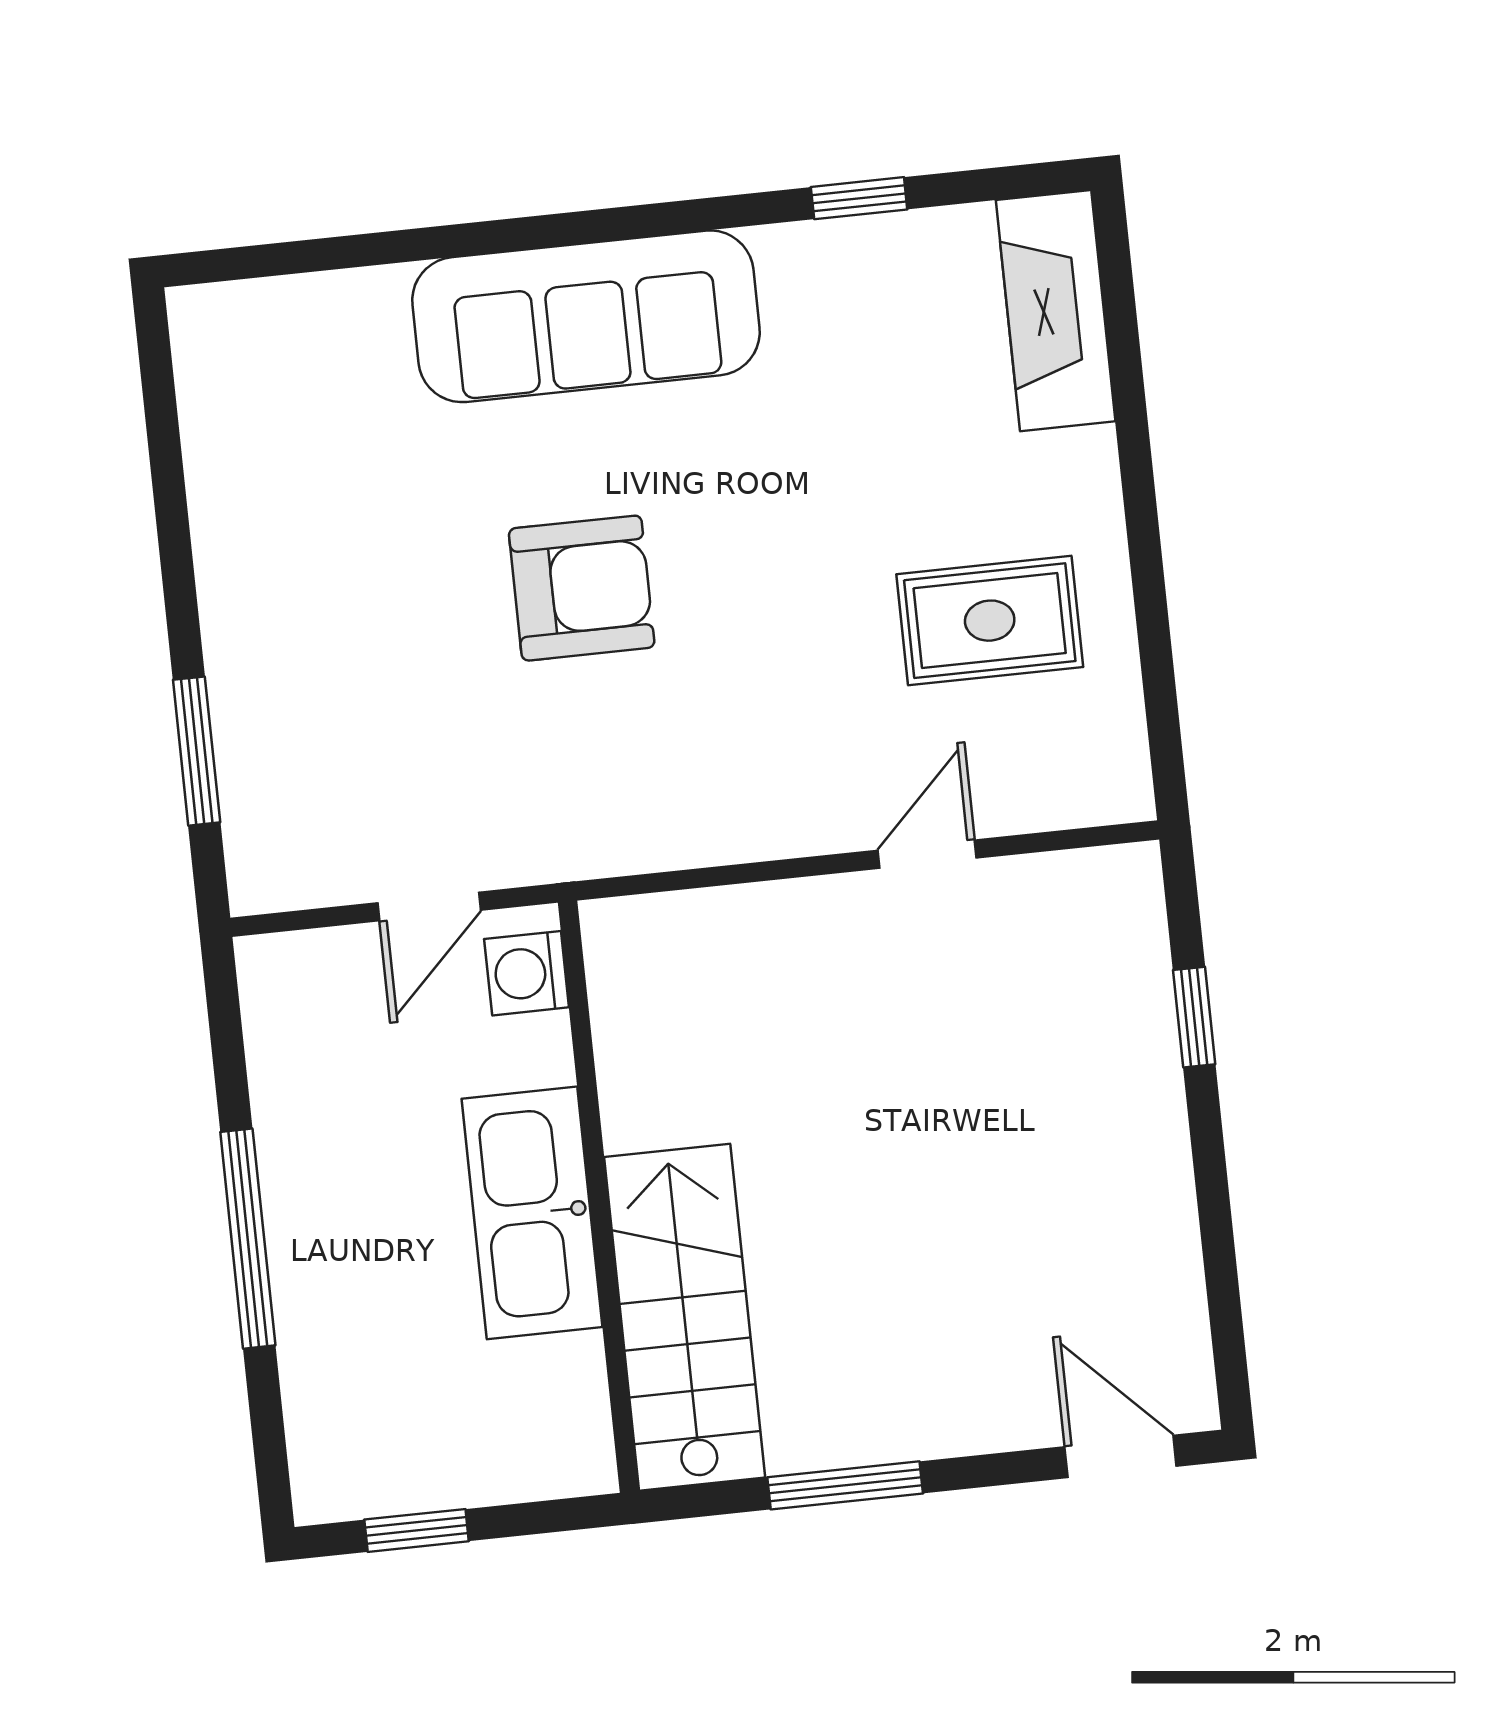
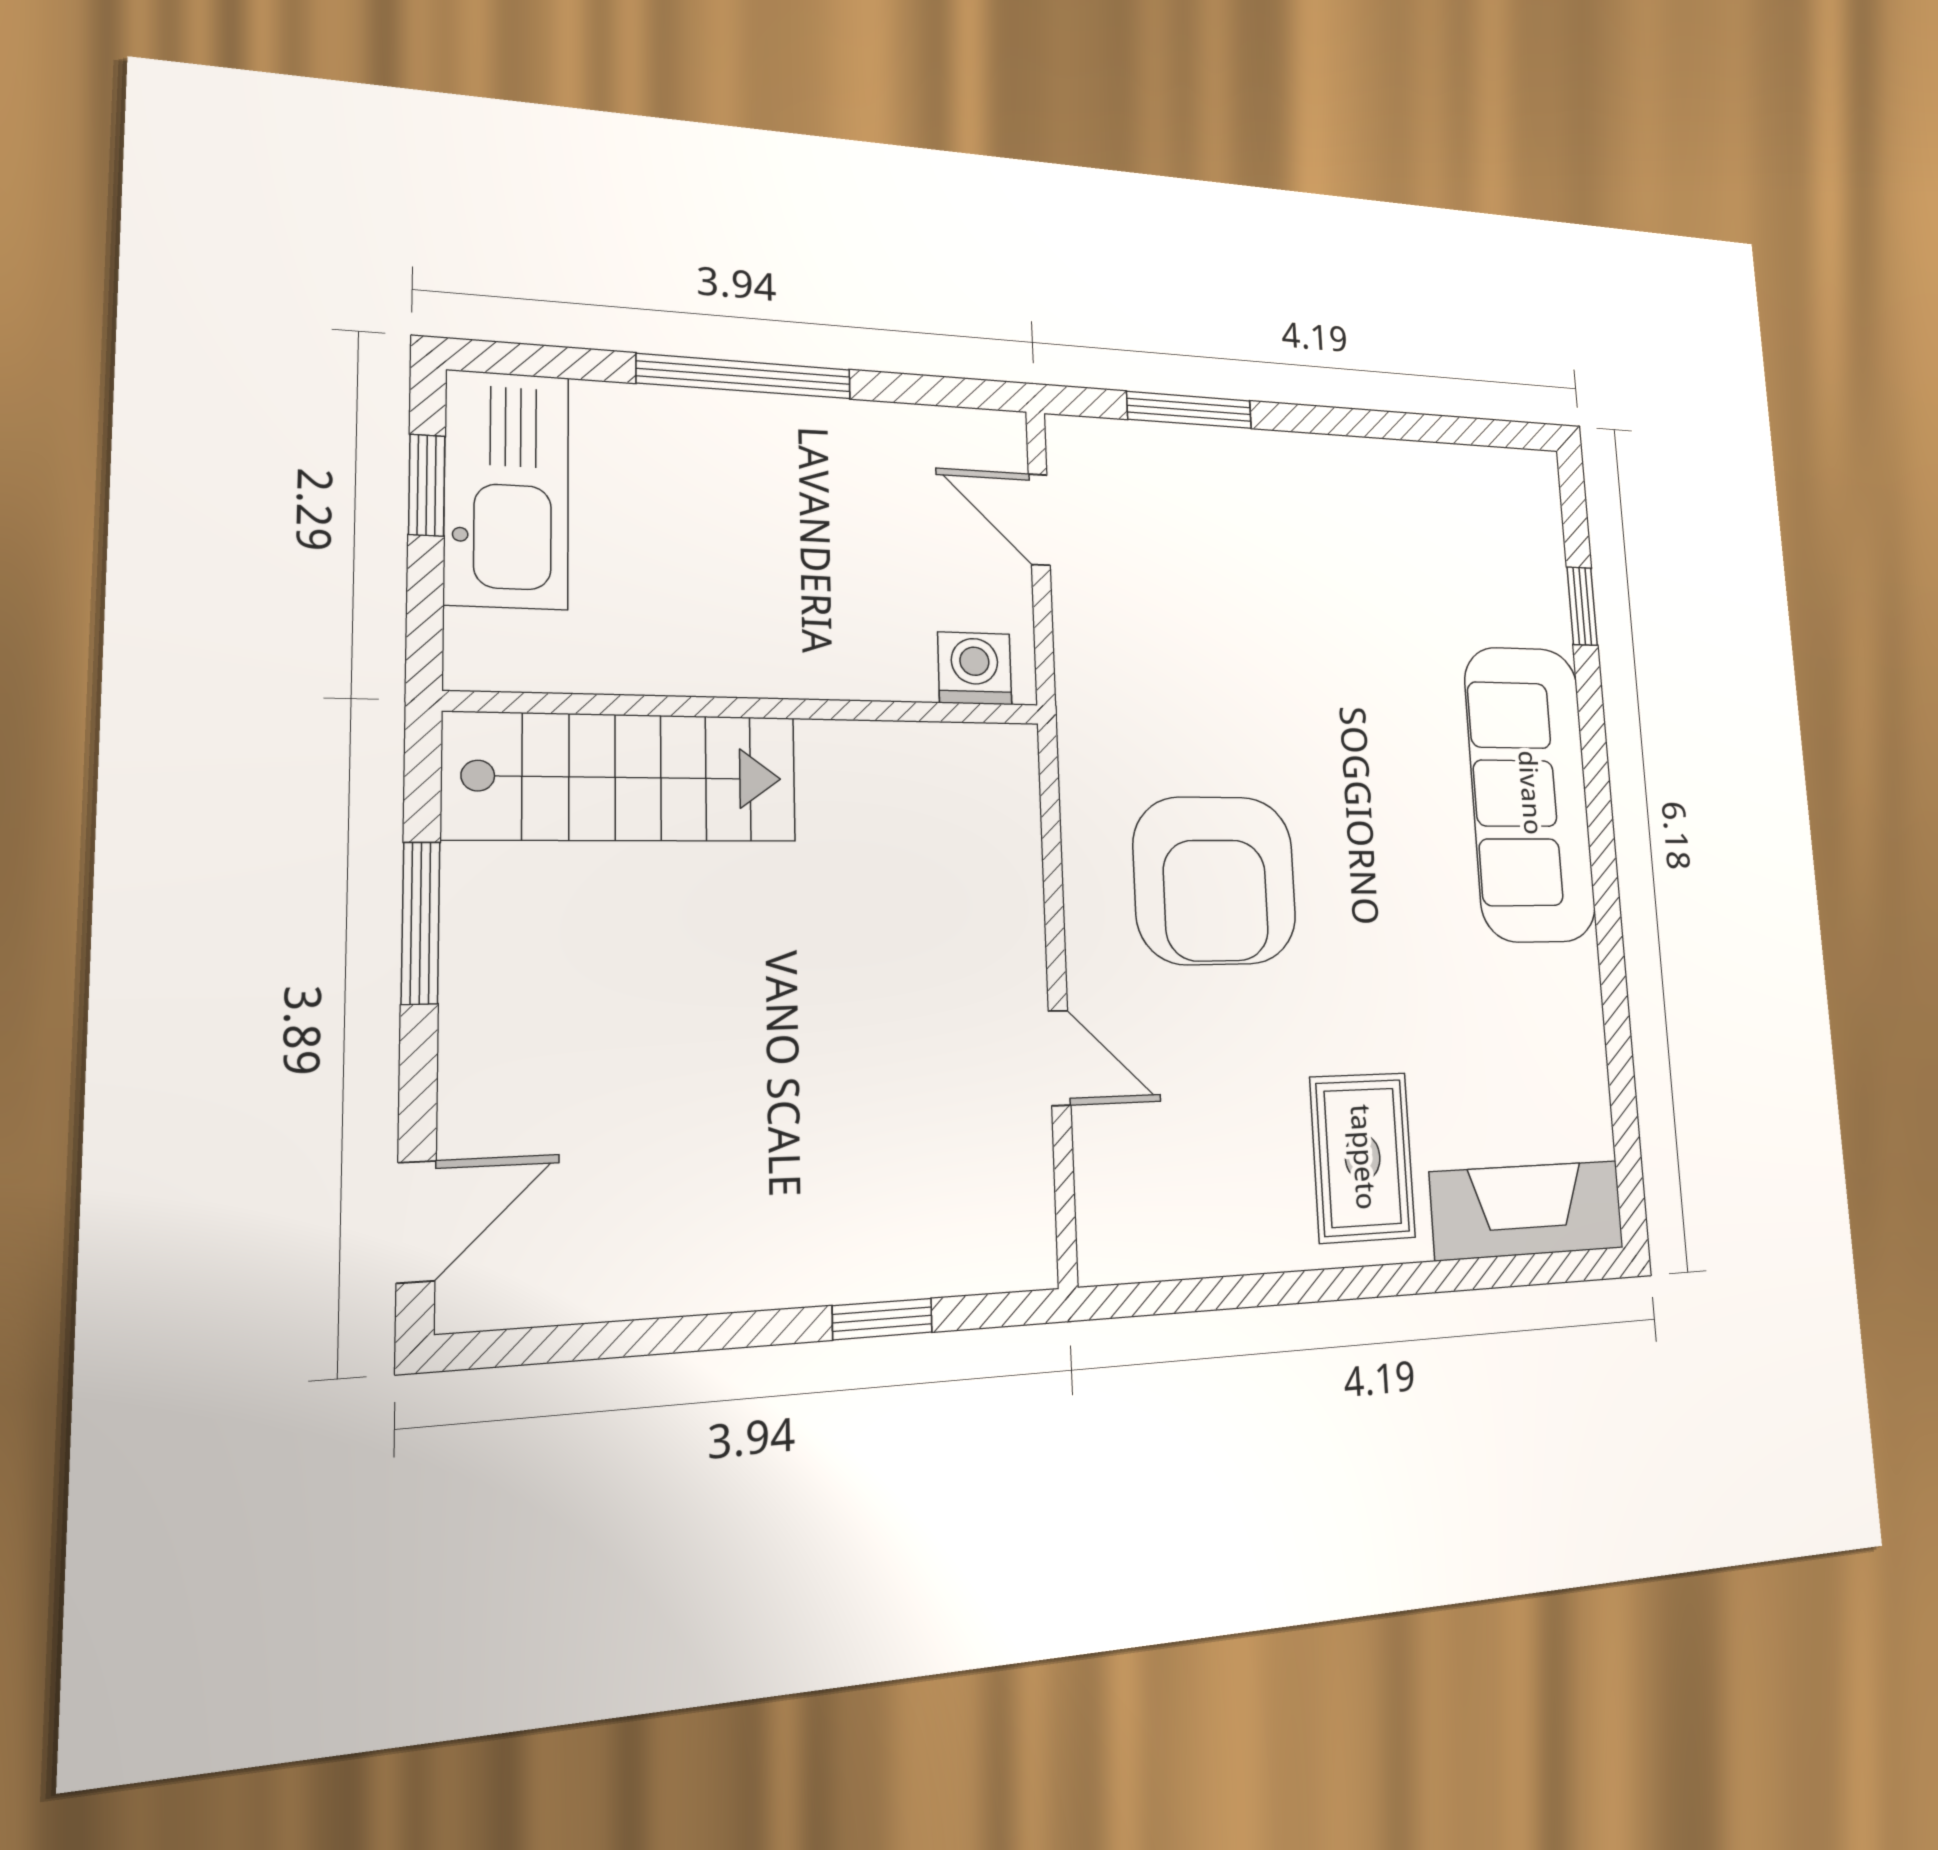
window: (859, 198) -> (1582, 606), moved
armchair: (582, 588) -> (1215, 880), moved, width x1.36, depth x1.36
rug: (990, 621) -> (1363, 1157), moved
door: (429, 906) -> (1039, 520), moved
kitchen sink: (532, 1213) -> (507, 490), moved, turned 90

